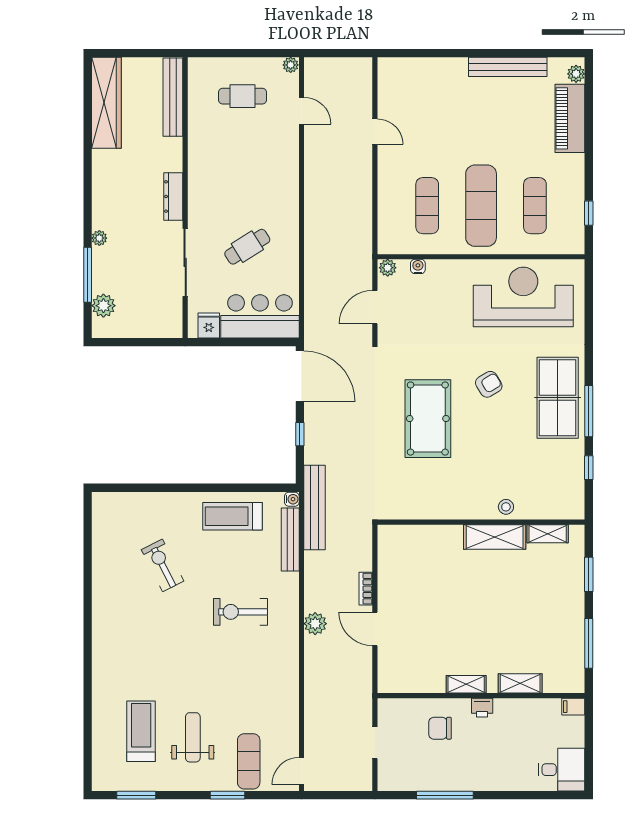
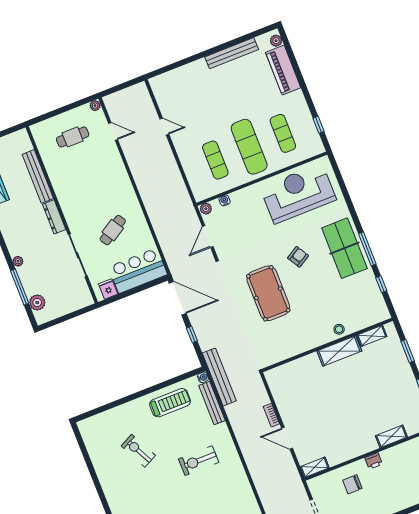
bench: (173, 97) -> (38, 176), moved
treadmill: (233, 516) -> (170, 403), turned 180
plant: (315, 624) -> (248, 449), removed
shelving: (466, 684) -> (315, 467), moved

